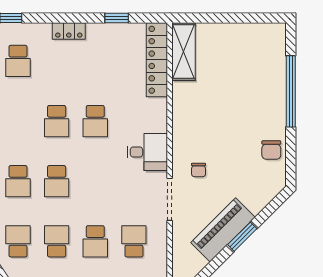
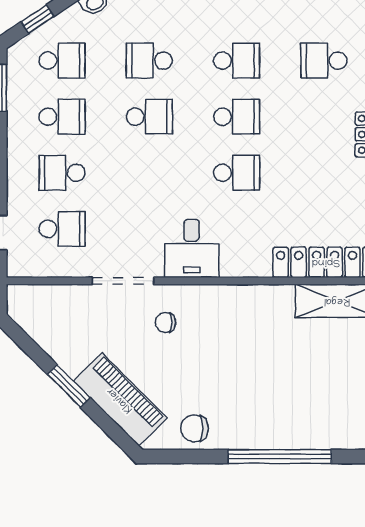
school desk: (18, 121) -> (237, 61), added
school desk: (57, 121) -> (237, 117), turned 180
school desk: (95, 121) -> (237, 173), turned 180
school desk: (57, 181) -> (149, 117), turned 180
piano: (223, 230) -> (120, 400), moved

